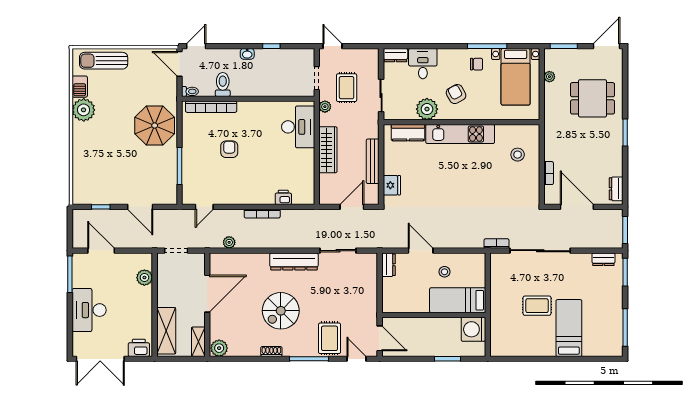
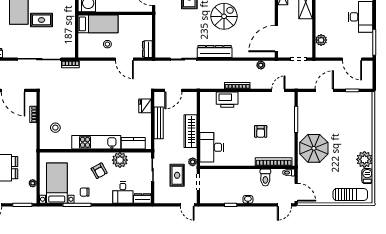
printer: (283, 197) -> (227, 100), width x1.87, depth x1.48
door: (140, 207) -> (324, 90), hinge flipped
door: (207, 294) -> (276, 39), moved

